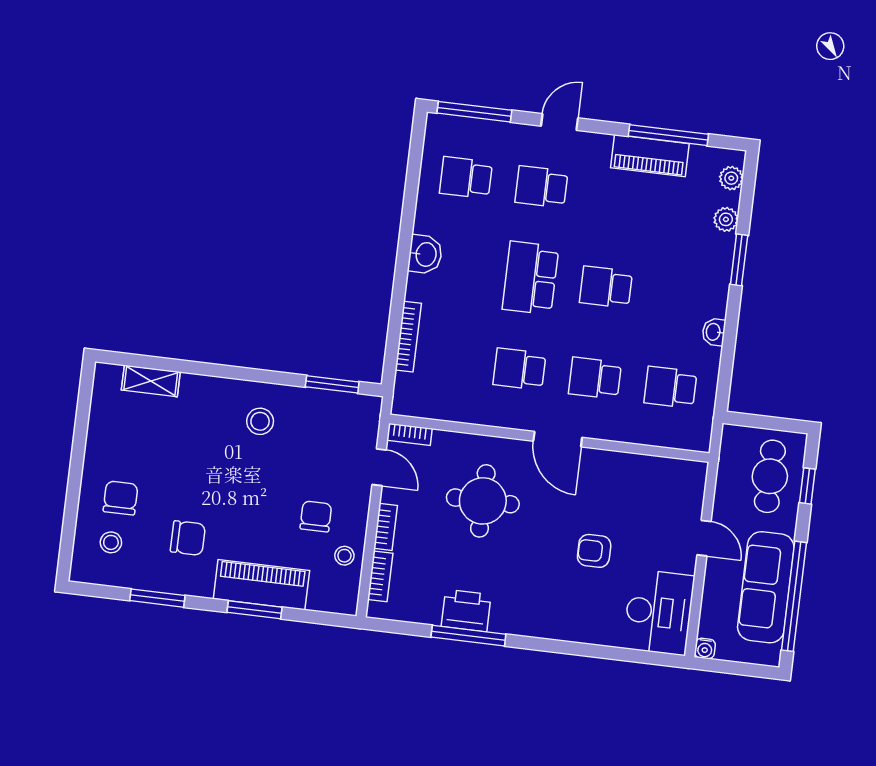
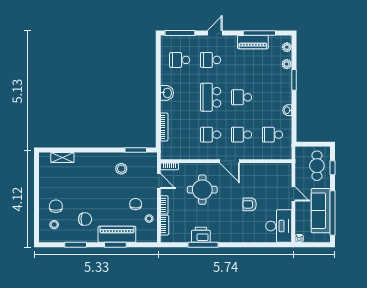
stool: (260, 421) -> (121, 169), moved

